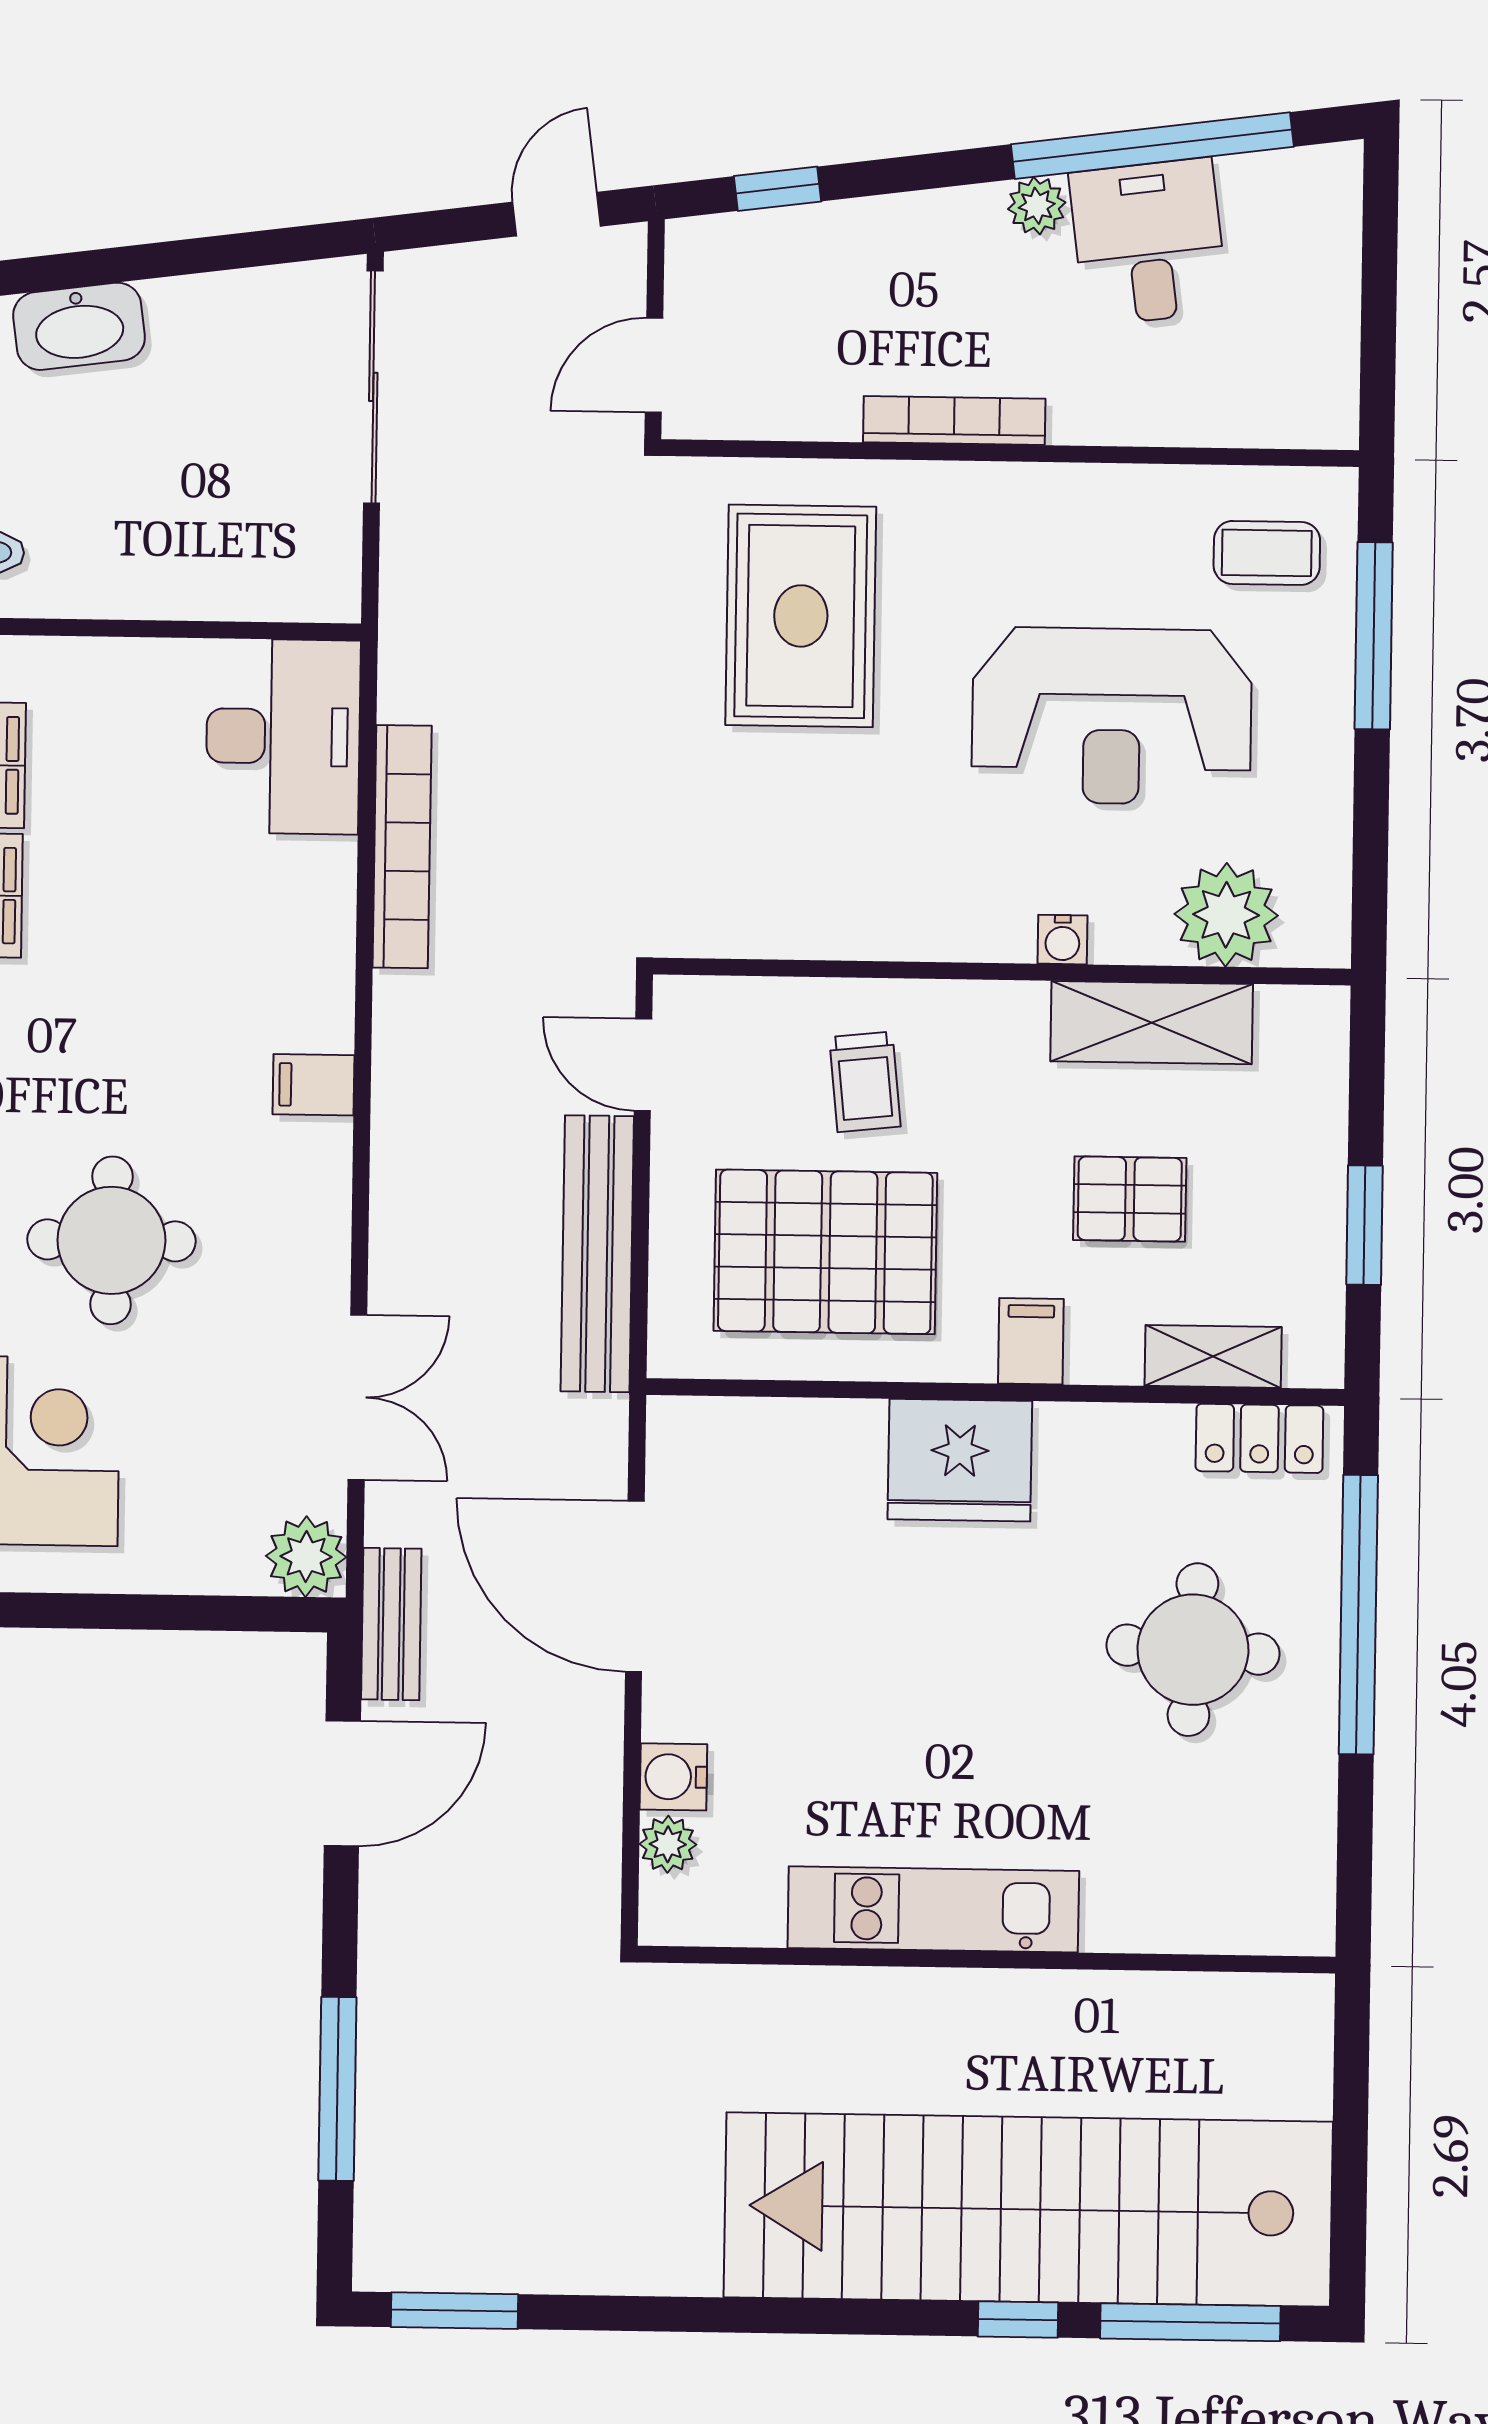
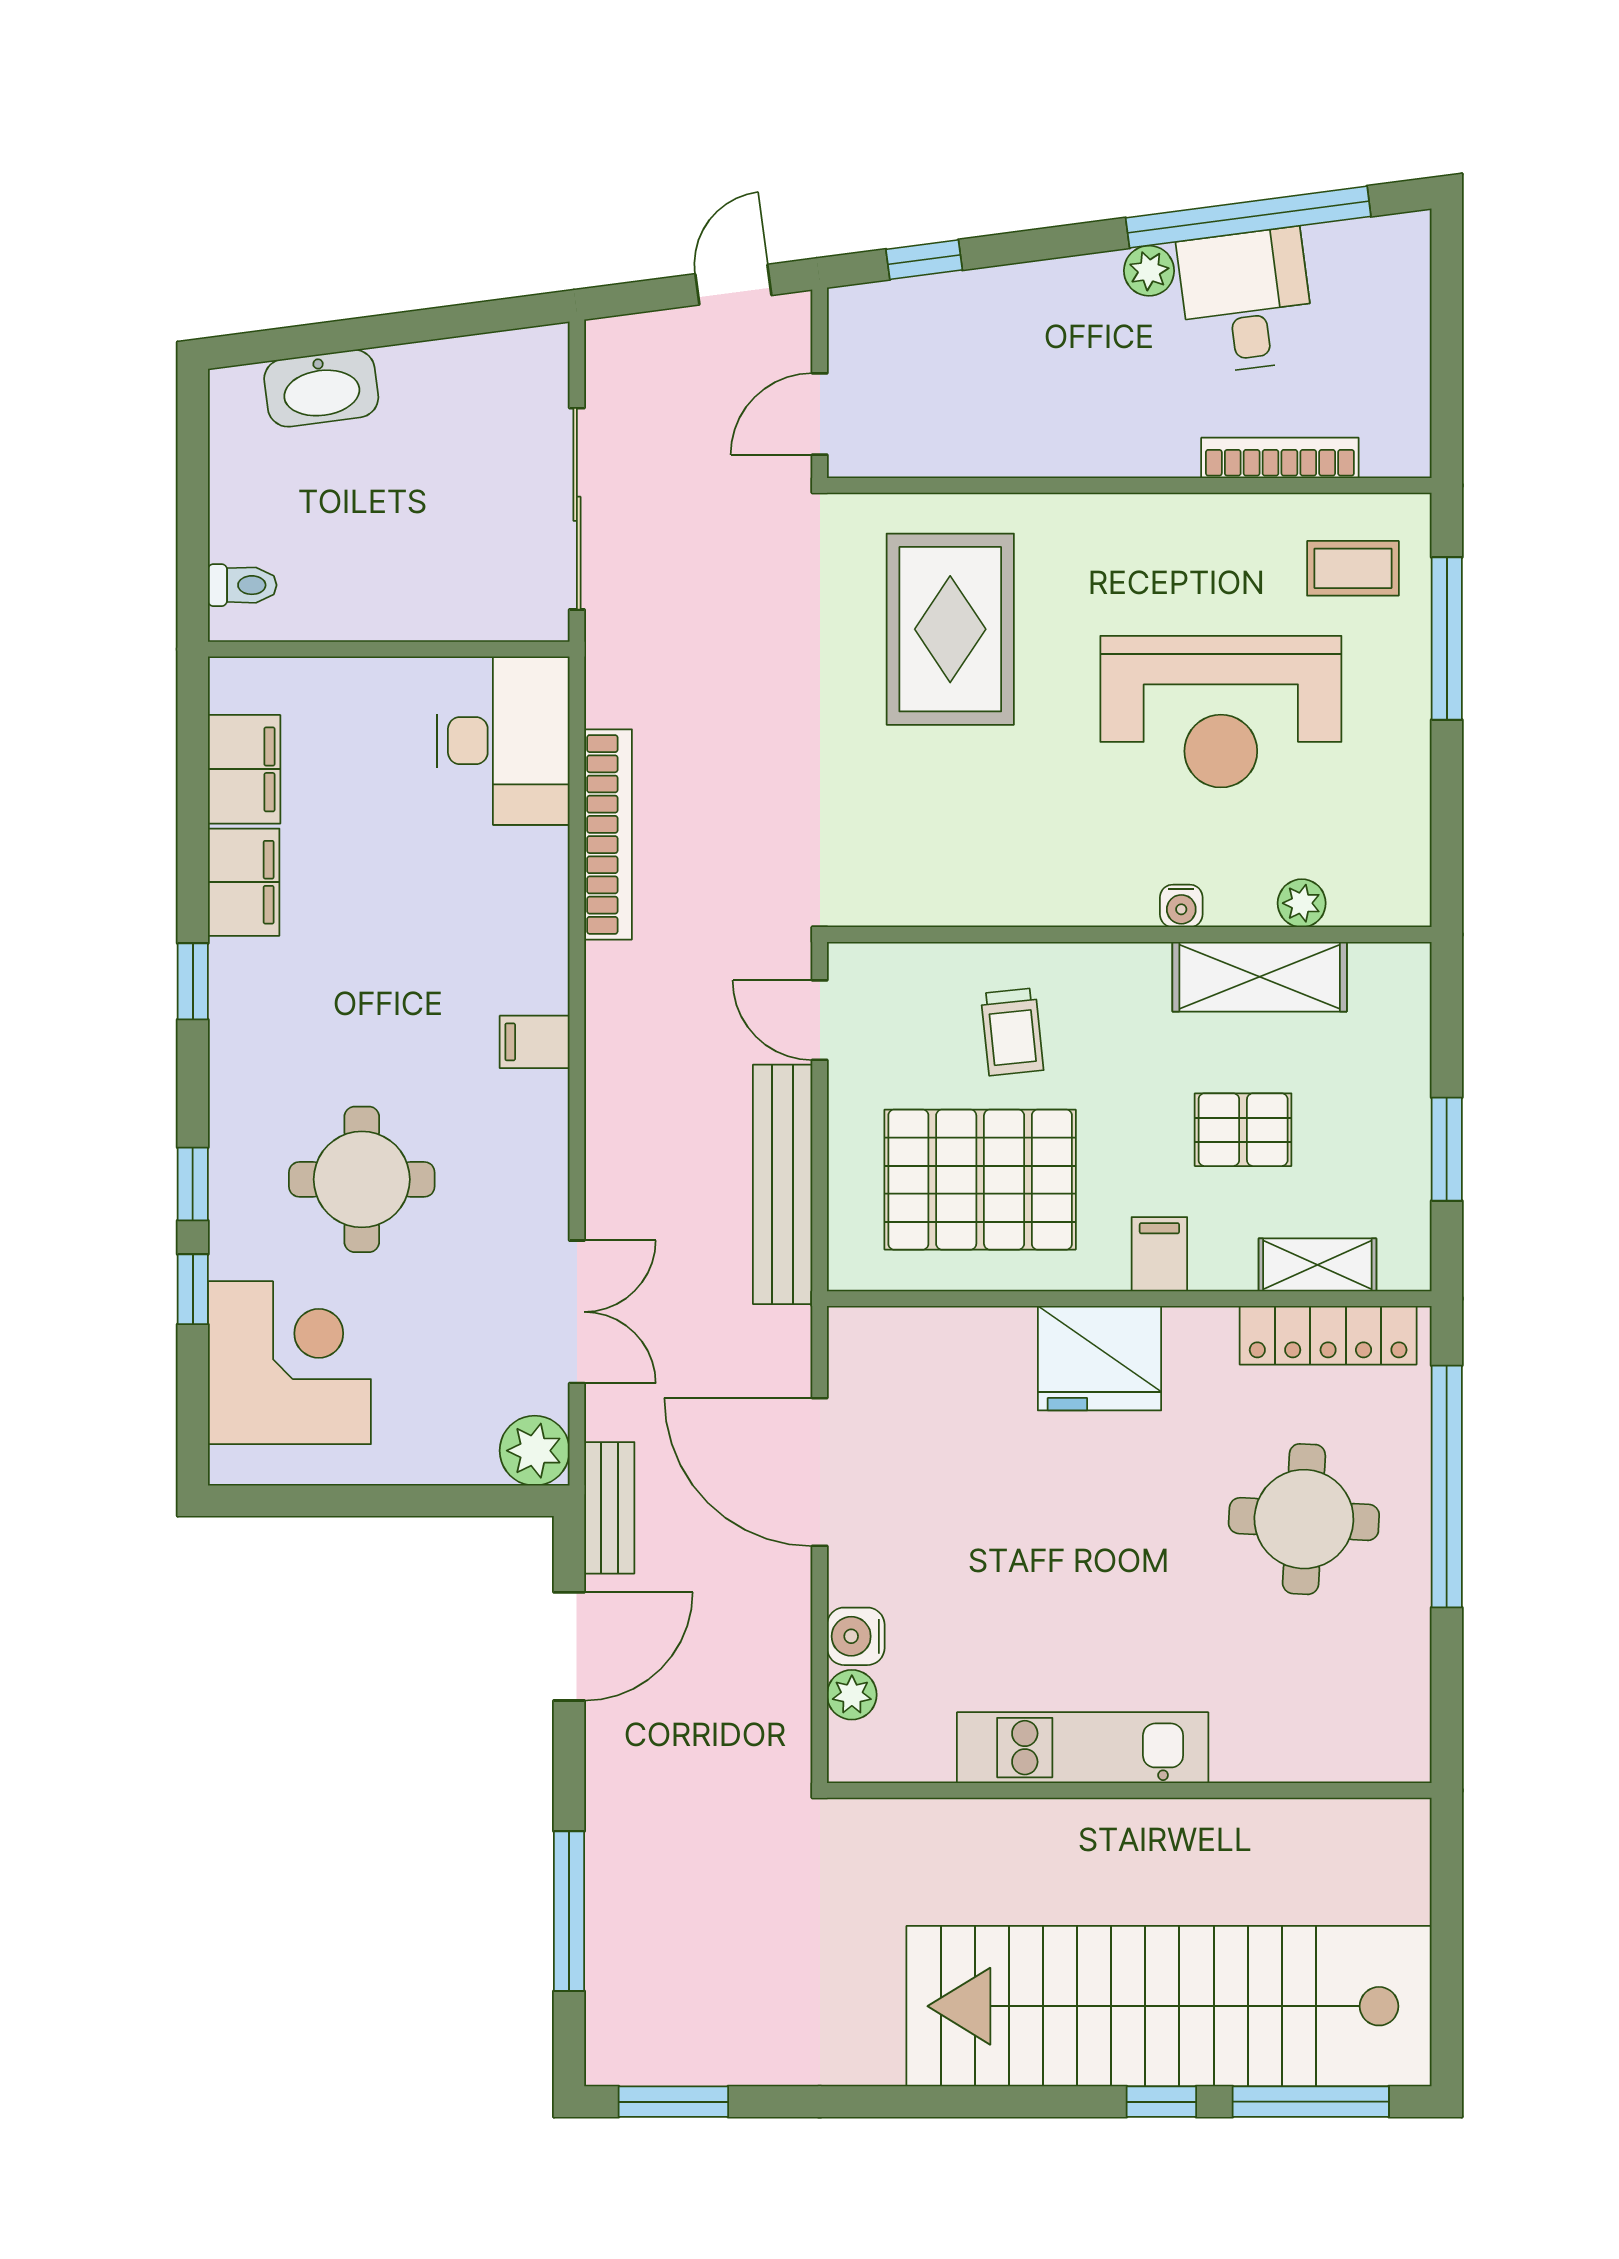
sliding door: (373, 387) -> (577, 509), moved
bookcase: (954, 421) -> (1280, 458), moved
plant: (1226, 915) -> (1302, 903), width x0.53, depth x0.53
locker: (1259, 1438) -> (1328, 1335), width x1.53

